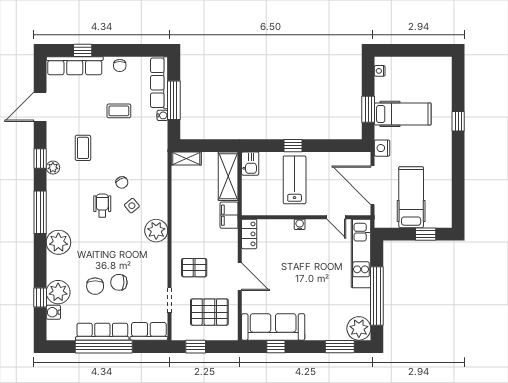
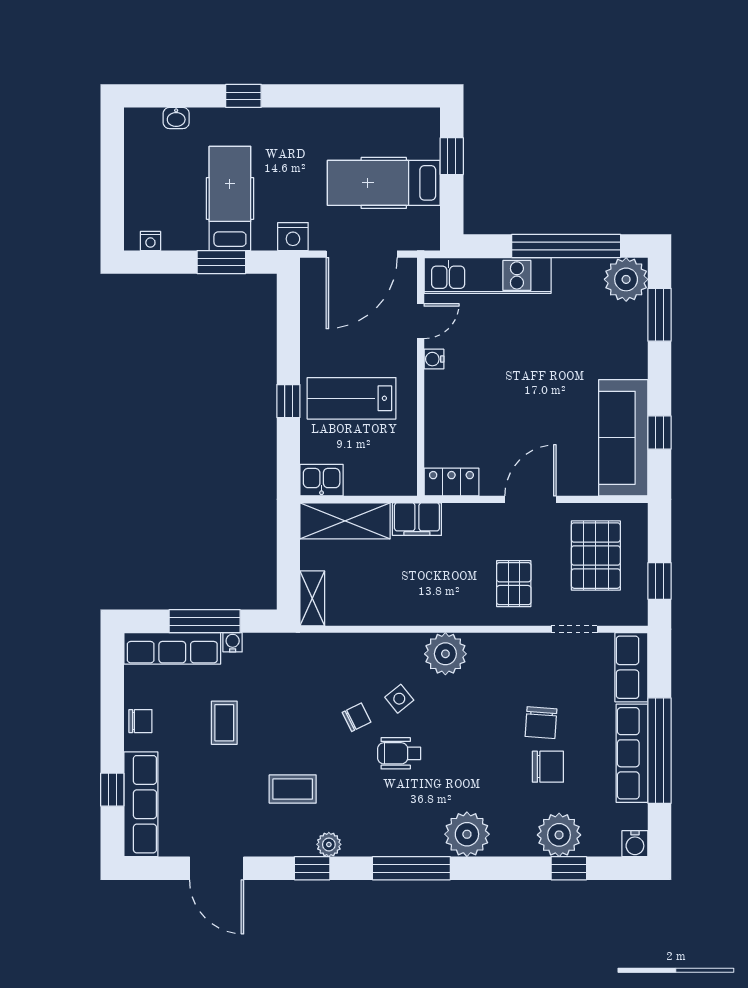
washbasin: (446, 85) -> (176, 118), added
water cooler: (300, 224) -> (434, 359), moved
water cooler: (53, 312) -> (635, 844), moved

